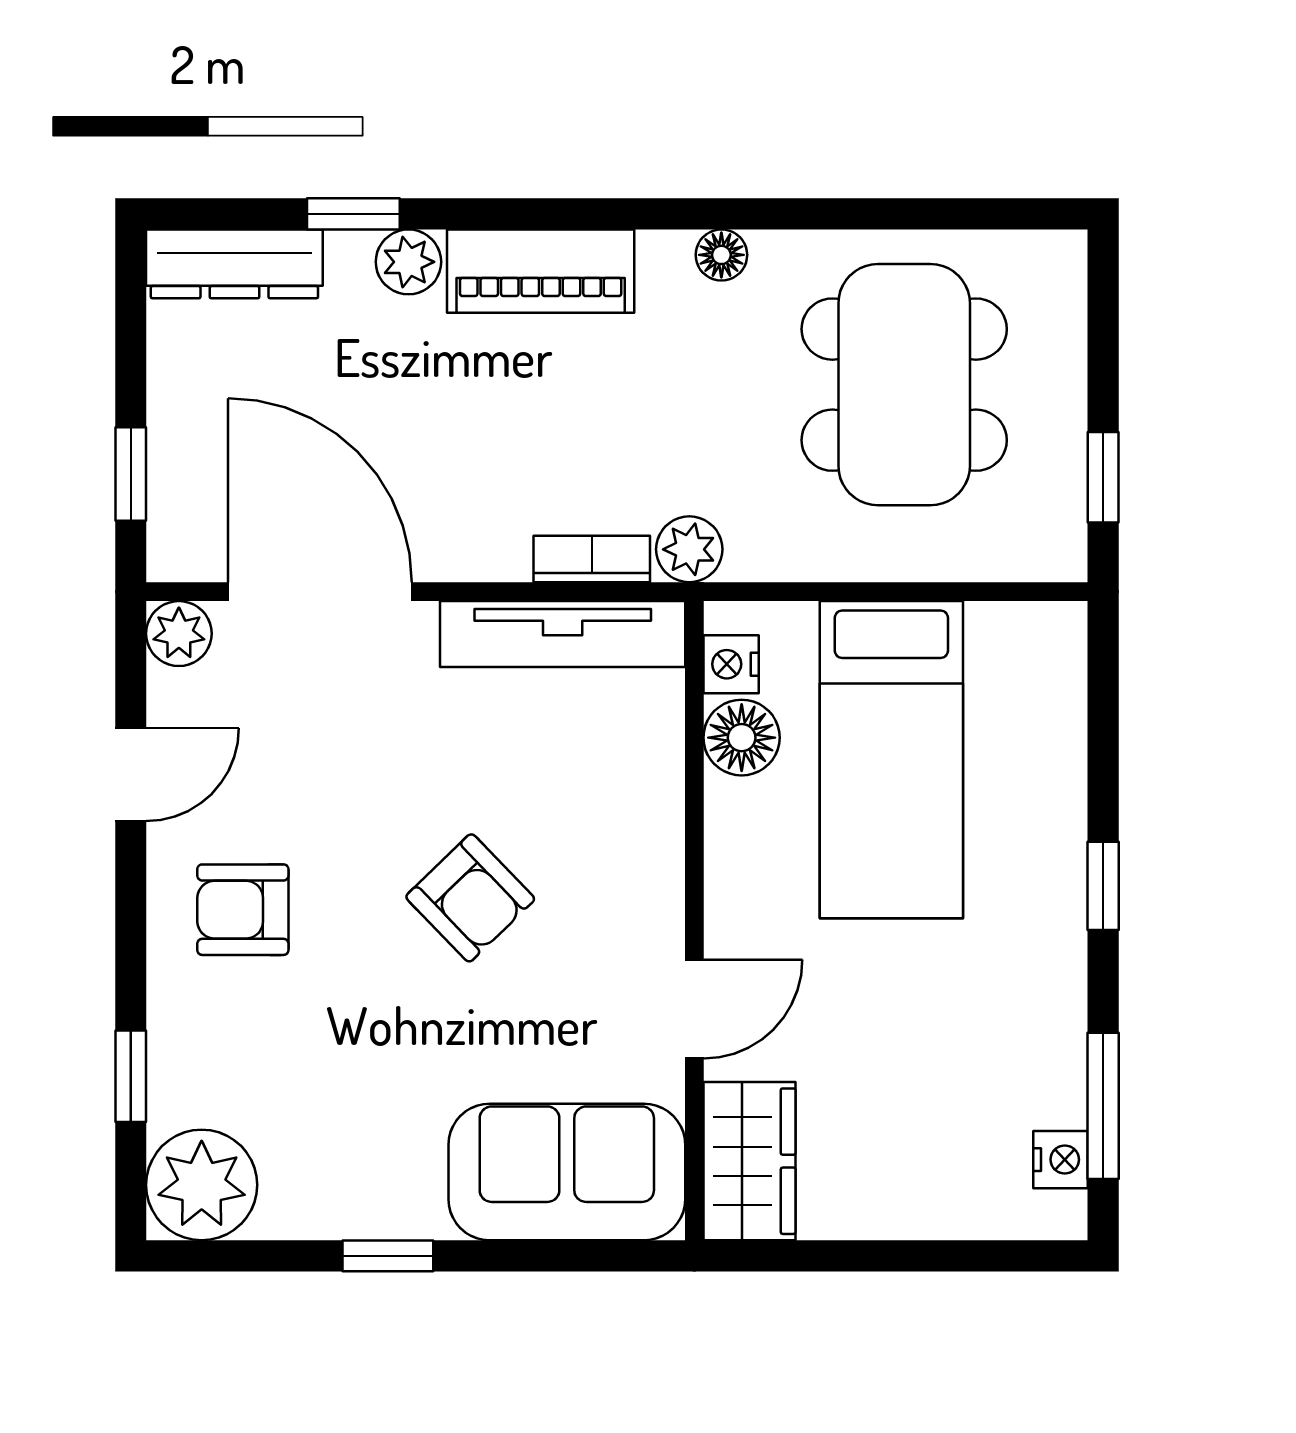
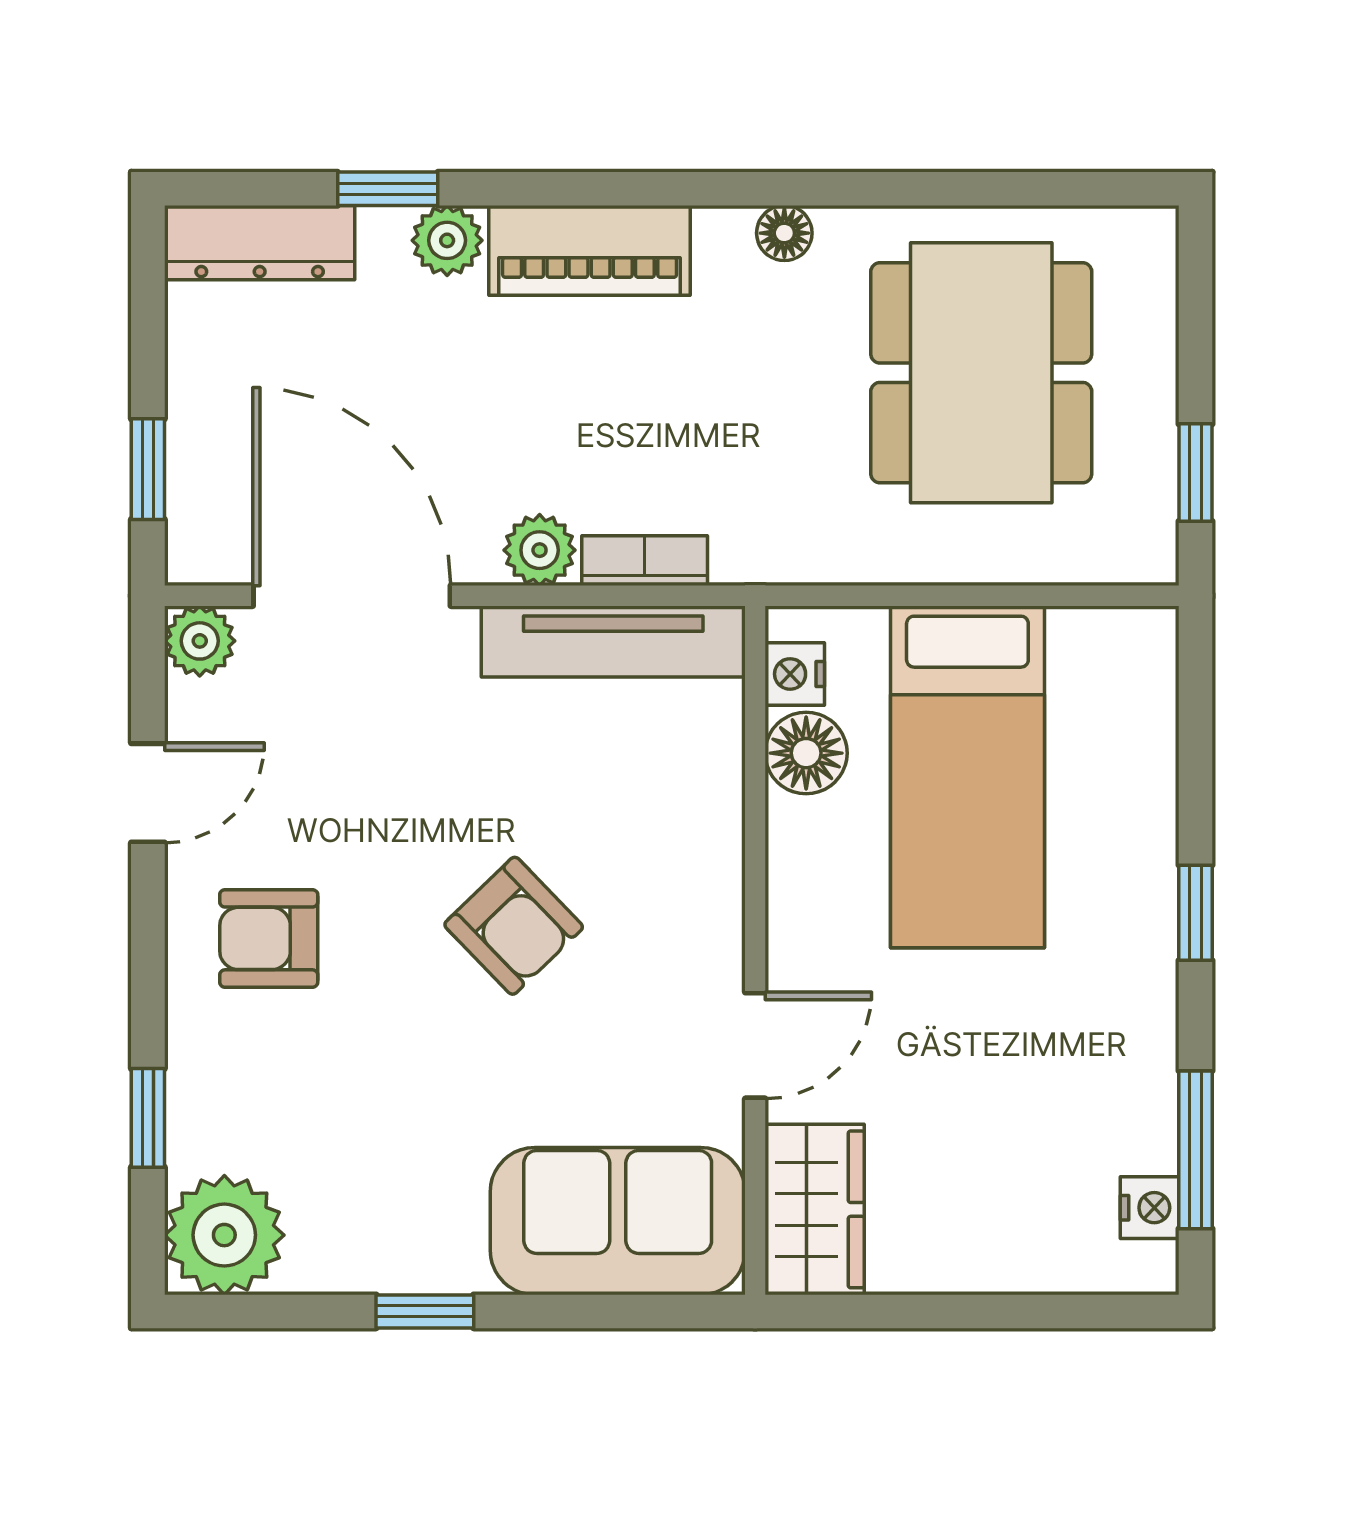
plant: (689, 549) -> (540, 550), moved

